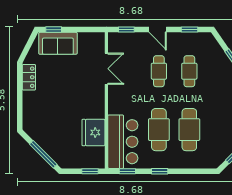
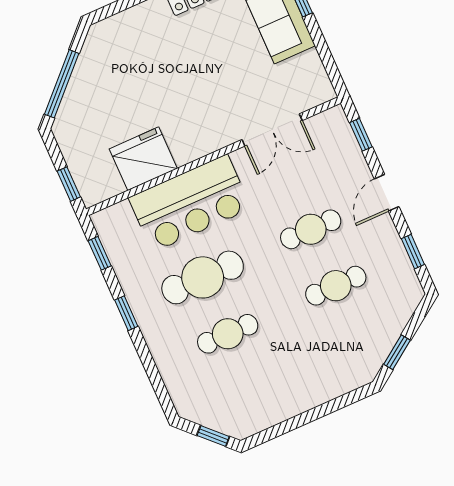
cafe table: (189, 130) -> (228, 334), width x0.73, depth x0.74
bar counter: (123, 142) -> (190, 203), moved

